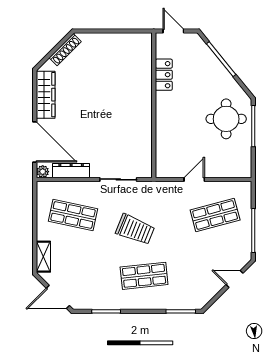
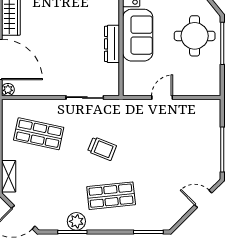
sofa: (170, 118) -> (138, 35), added
dresser: (71, 171) -> (112, 44), moved, turned -90
shop shelf: (215, 215) -> (183, 134), removed
trolley: (135, 230) -> (102, 149), width x0.73, depth x0.72
plant: (110, 301) -> (76, 221), added

